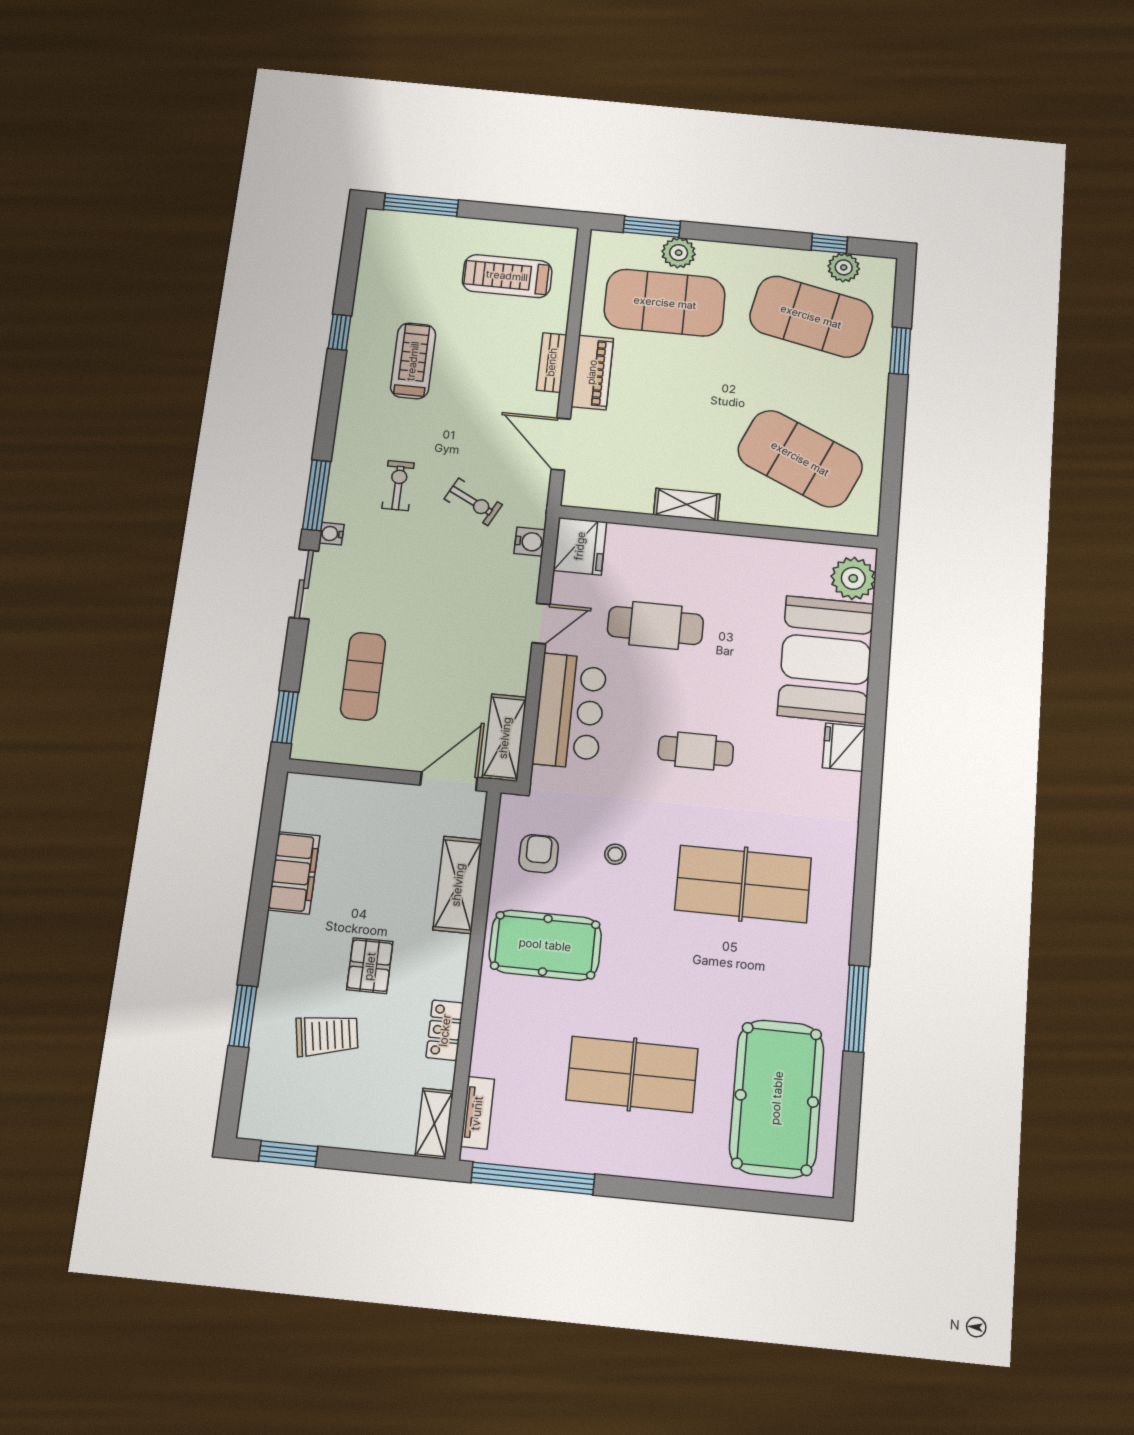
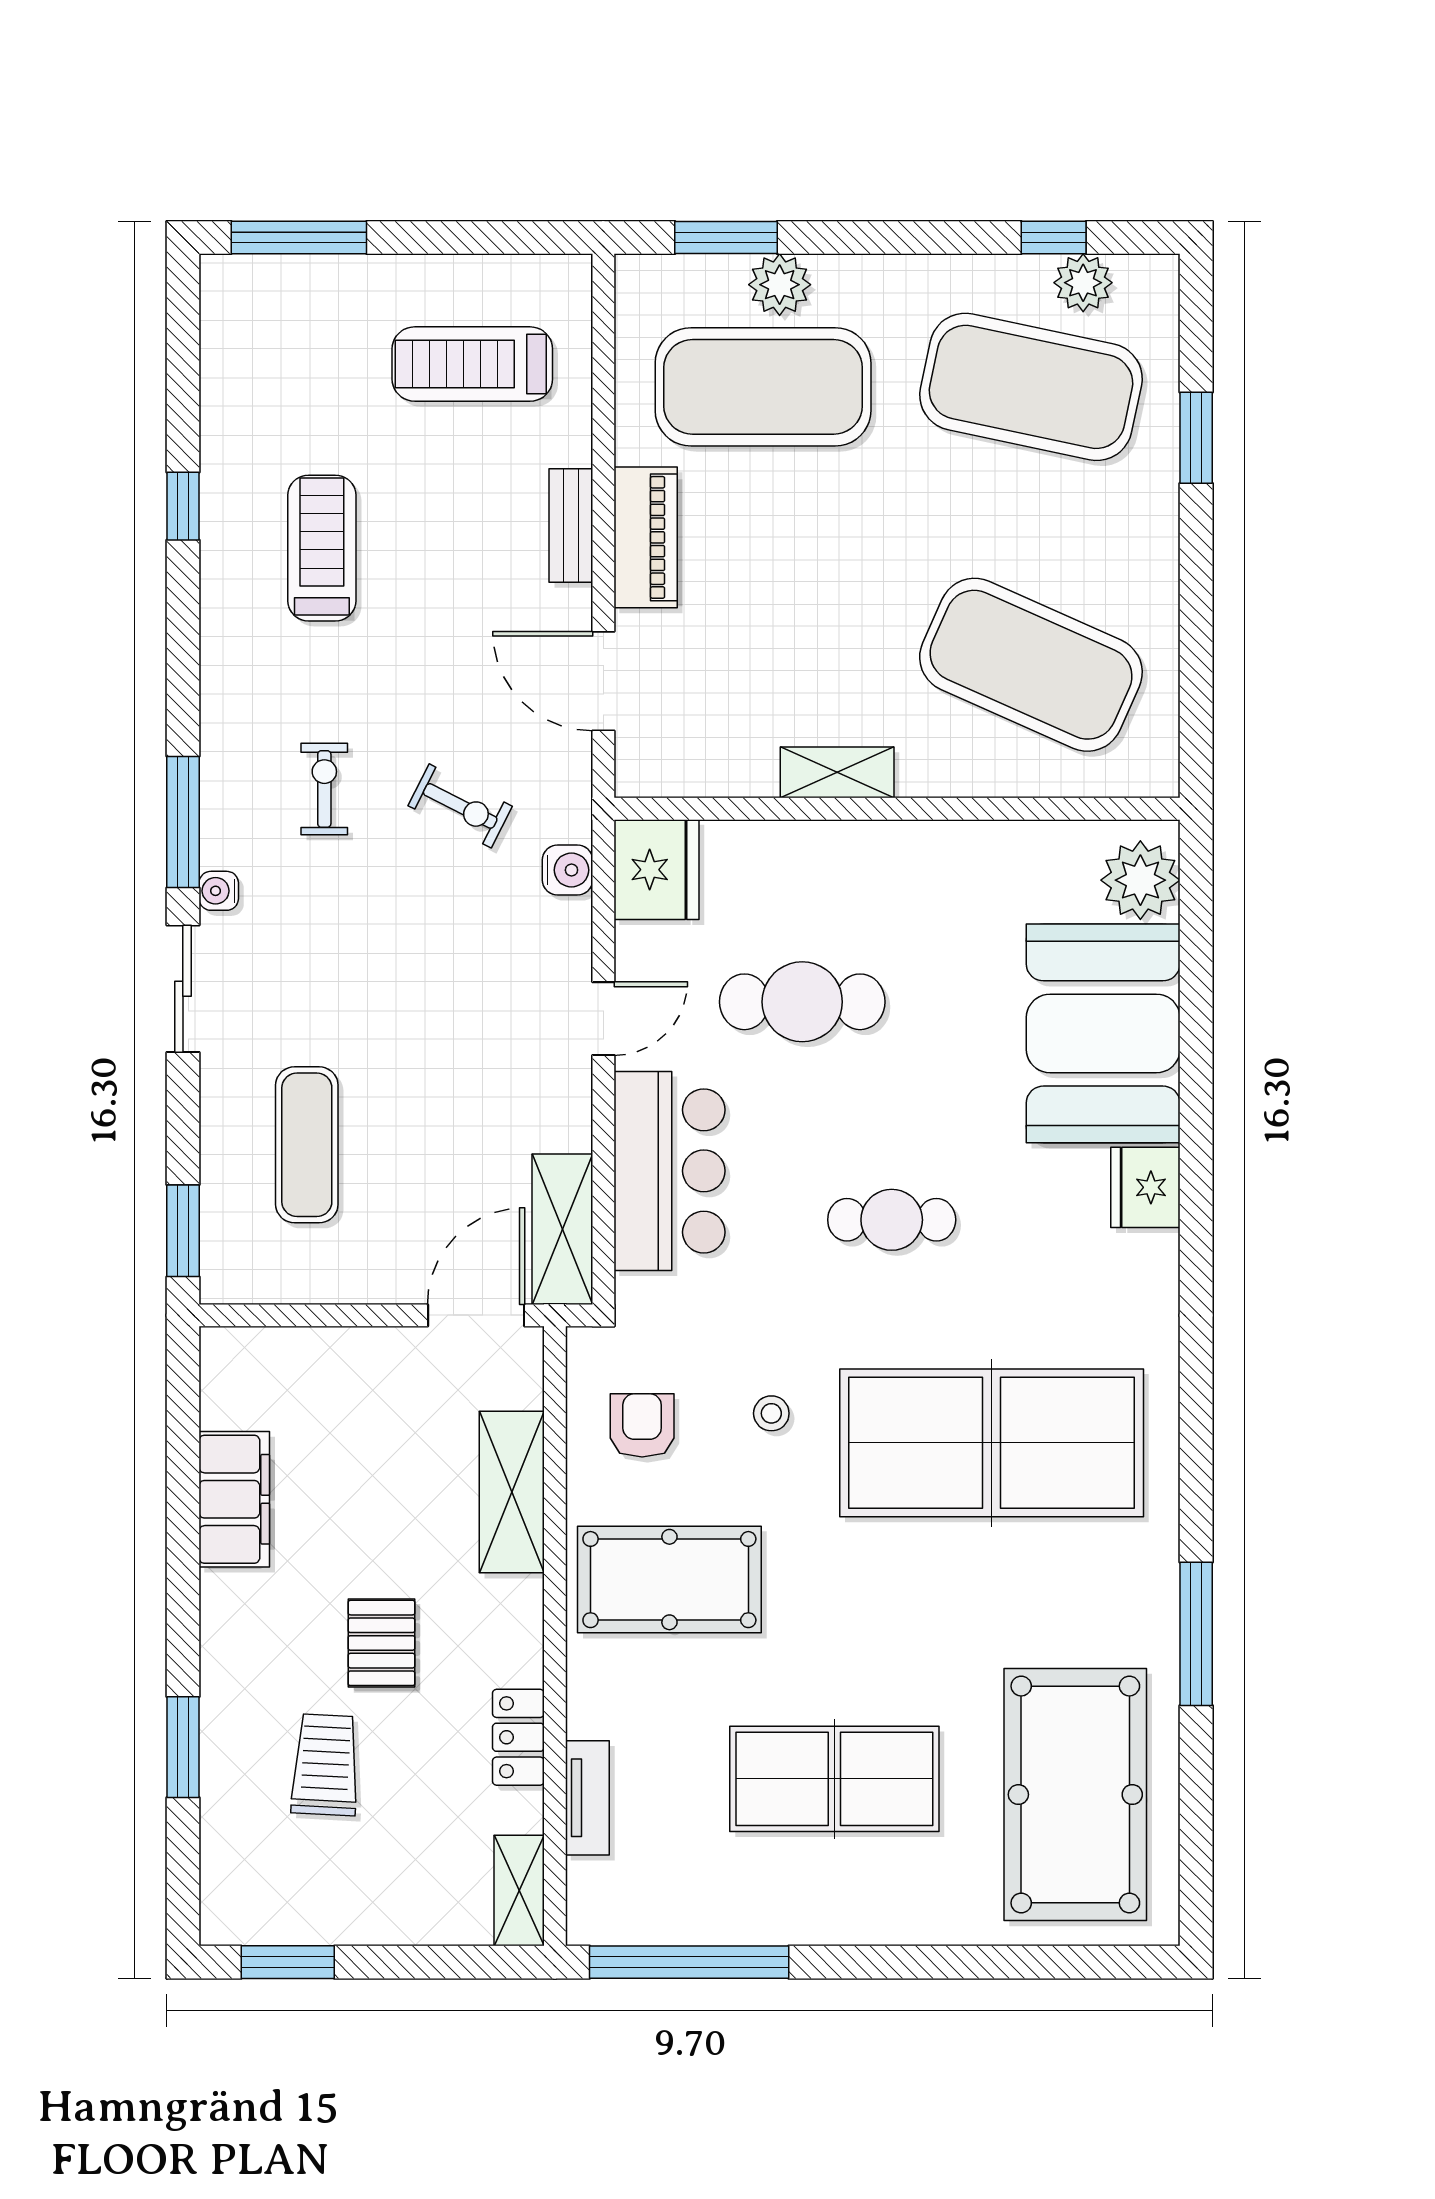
table tennis table: (743, 884) -> (992, 1443), width x1.36, depth x1.32
trolley: (327, 1035) -> (325, 1765), turned -77
tv unit: (477, 1113) -> (587, 1798), moved

